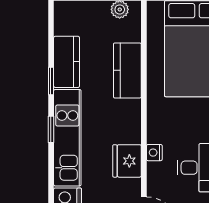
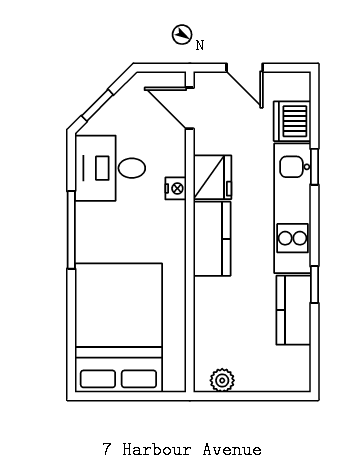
kitchen counter: (127, 70) -> (212, 239), moved
window: (51, 129) -> (314, 167), moved

